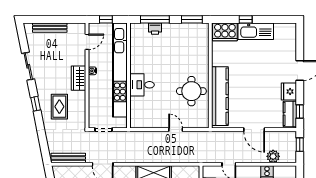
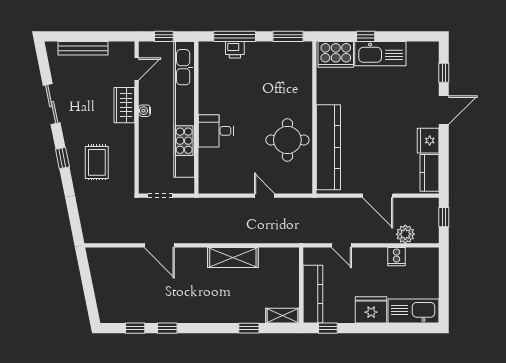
wardrobe: (78, 78) -> (124, 105), moved
window: (300, 111) -> (444, 73), moved
bench: (68, 158) -> (109, 237), removed

